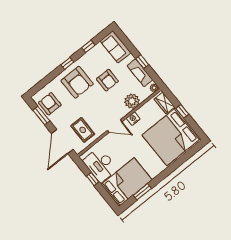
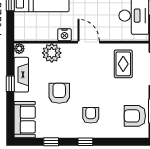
armchair: (77, 82) -> (91, 115), width x0.53, depth x0.53
wardrobe: (165, 103) -> (21, 25), removed
armchair: (50, 104) -> (135, 116), turned 90

